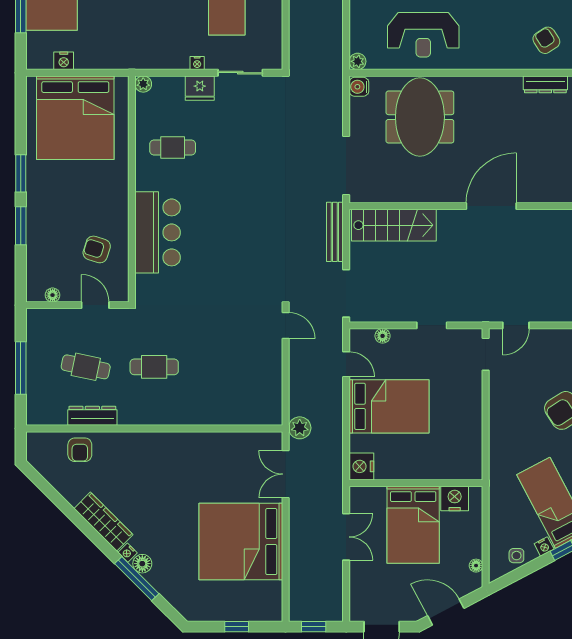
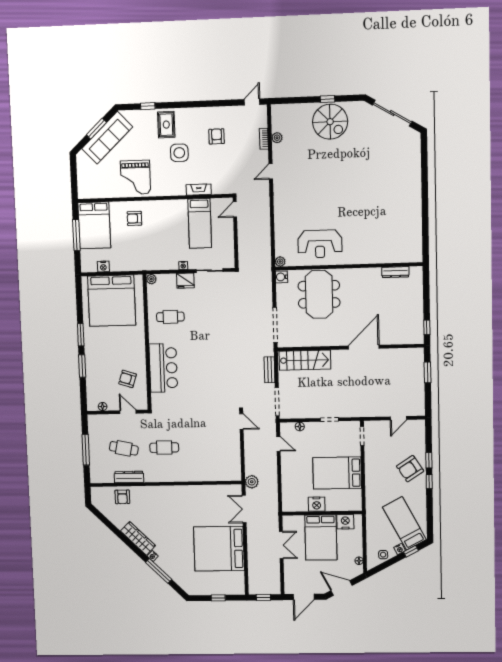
armchair: (546, 40) -> (396, 245), removed
bench: (335, 232) -> (269, 370), width x0.73
door: (516, 325) -> (398, 418), moved
bed: (389, 406) -> (337, 473), moved, turned 180
nightstand: (361, 466) -> (317, 504), moved, turned -90
floor lamp: (142, 564) -> (162, 562), removed

